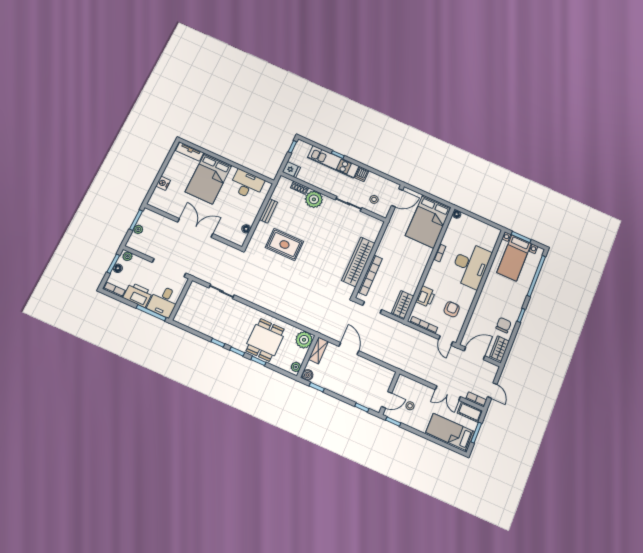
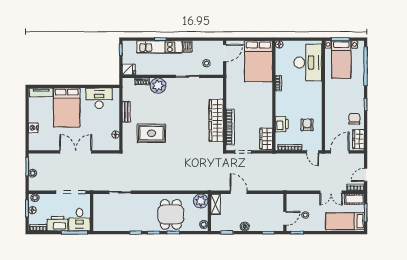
desk: (471, 265) -> (308, 62), moved
boiler: (307, 375) -> (245, 227), moved
door: (492, 391) -> (366, 175), swing flipped

